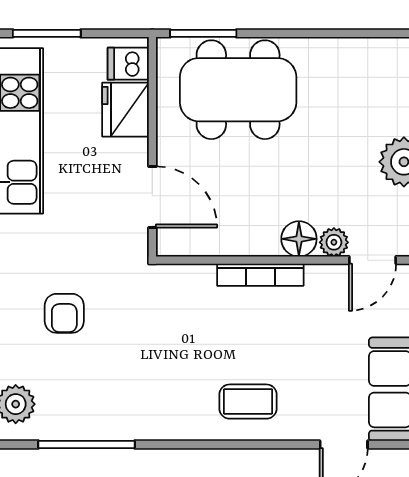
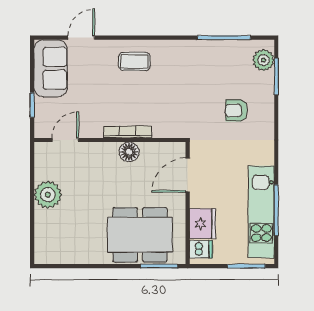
door: (152, 197) -> (188, 175), hinge flipped
floor lamp: (299, 239) -> (129, 152), moved
plant: (334, 242) -> (87, 150), removed
armchair: (64, 313) -> (237, 110), turned -90

